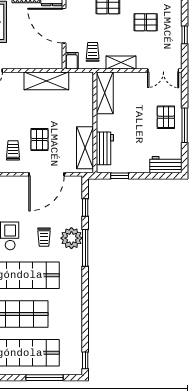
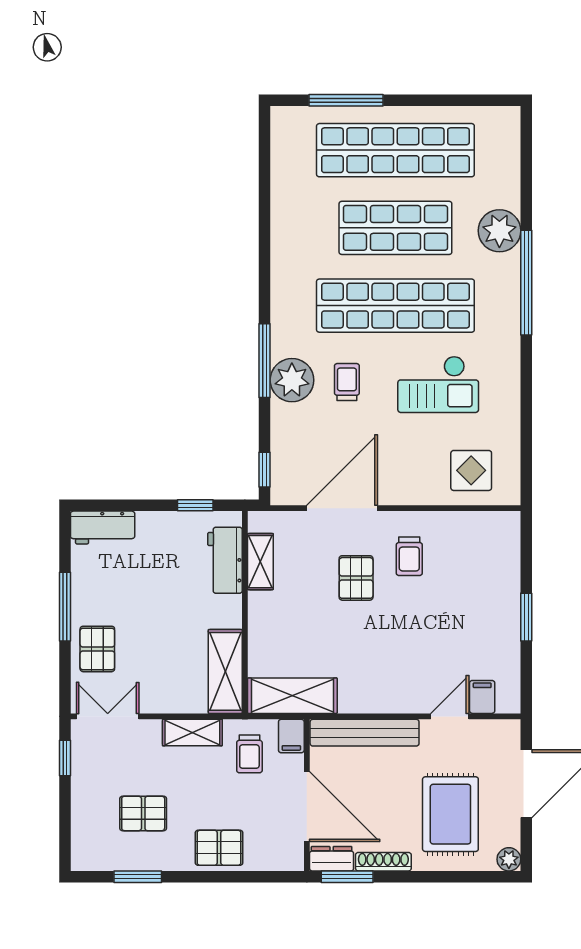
window: (185, 35) -> (65, 758), moved
bench: (35, 62) -> (365, 733), added
shelving: (46, 81) -> (292, 696), moved
pallet: (166, 117) -> (97, 649), moved
shelving: (85, 148) -> (260, 562), width x0.67, depth x0.75
window: (85, 207) -> (265, 470), moved
window: (85, 360) -> (265, 135), removed

